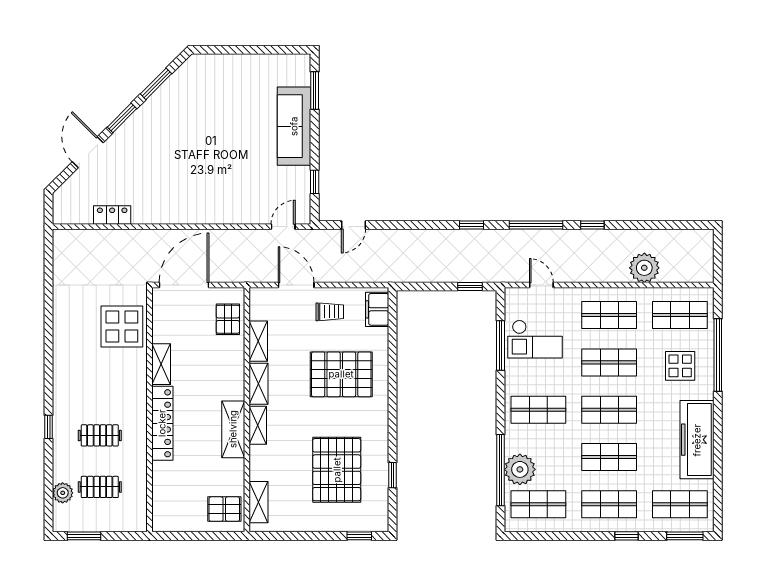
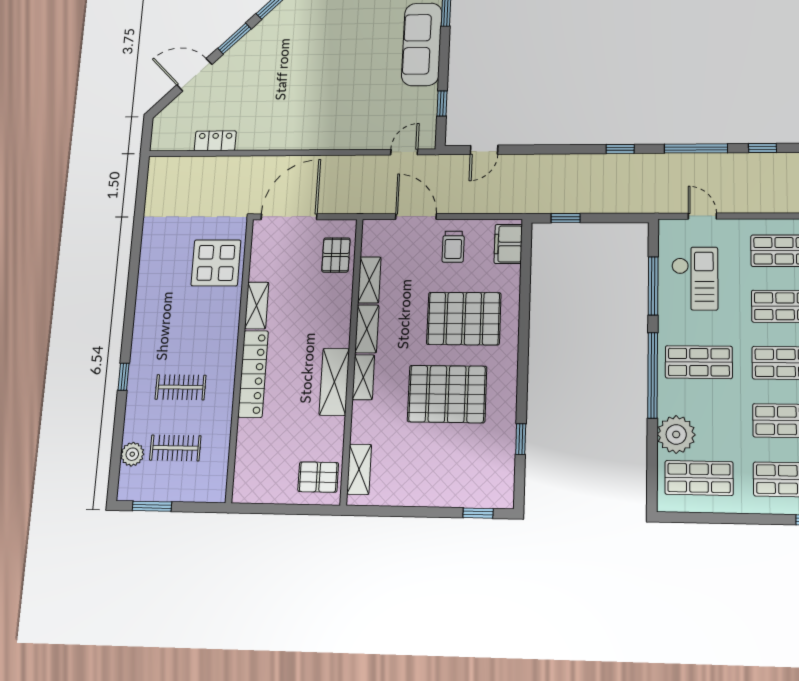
door: (88, 152) -> (194, 75), hinge flipped
window: (470, 287) -> (566, 218), moved
trolley: (330, 312) -> (453, 247), turned 90
checkout: (535, 339) -> (695, 278), turned -90
pallet: (337, 470) -> (447, 394), moved, turned 90
window: (500, 470) -> (653, 375), moved

